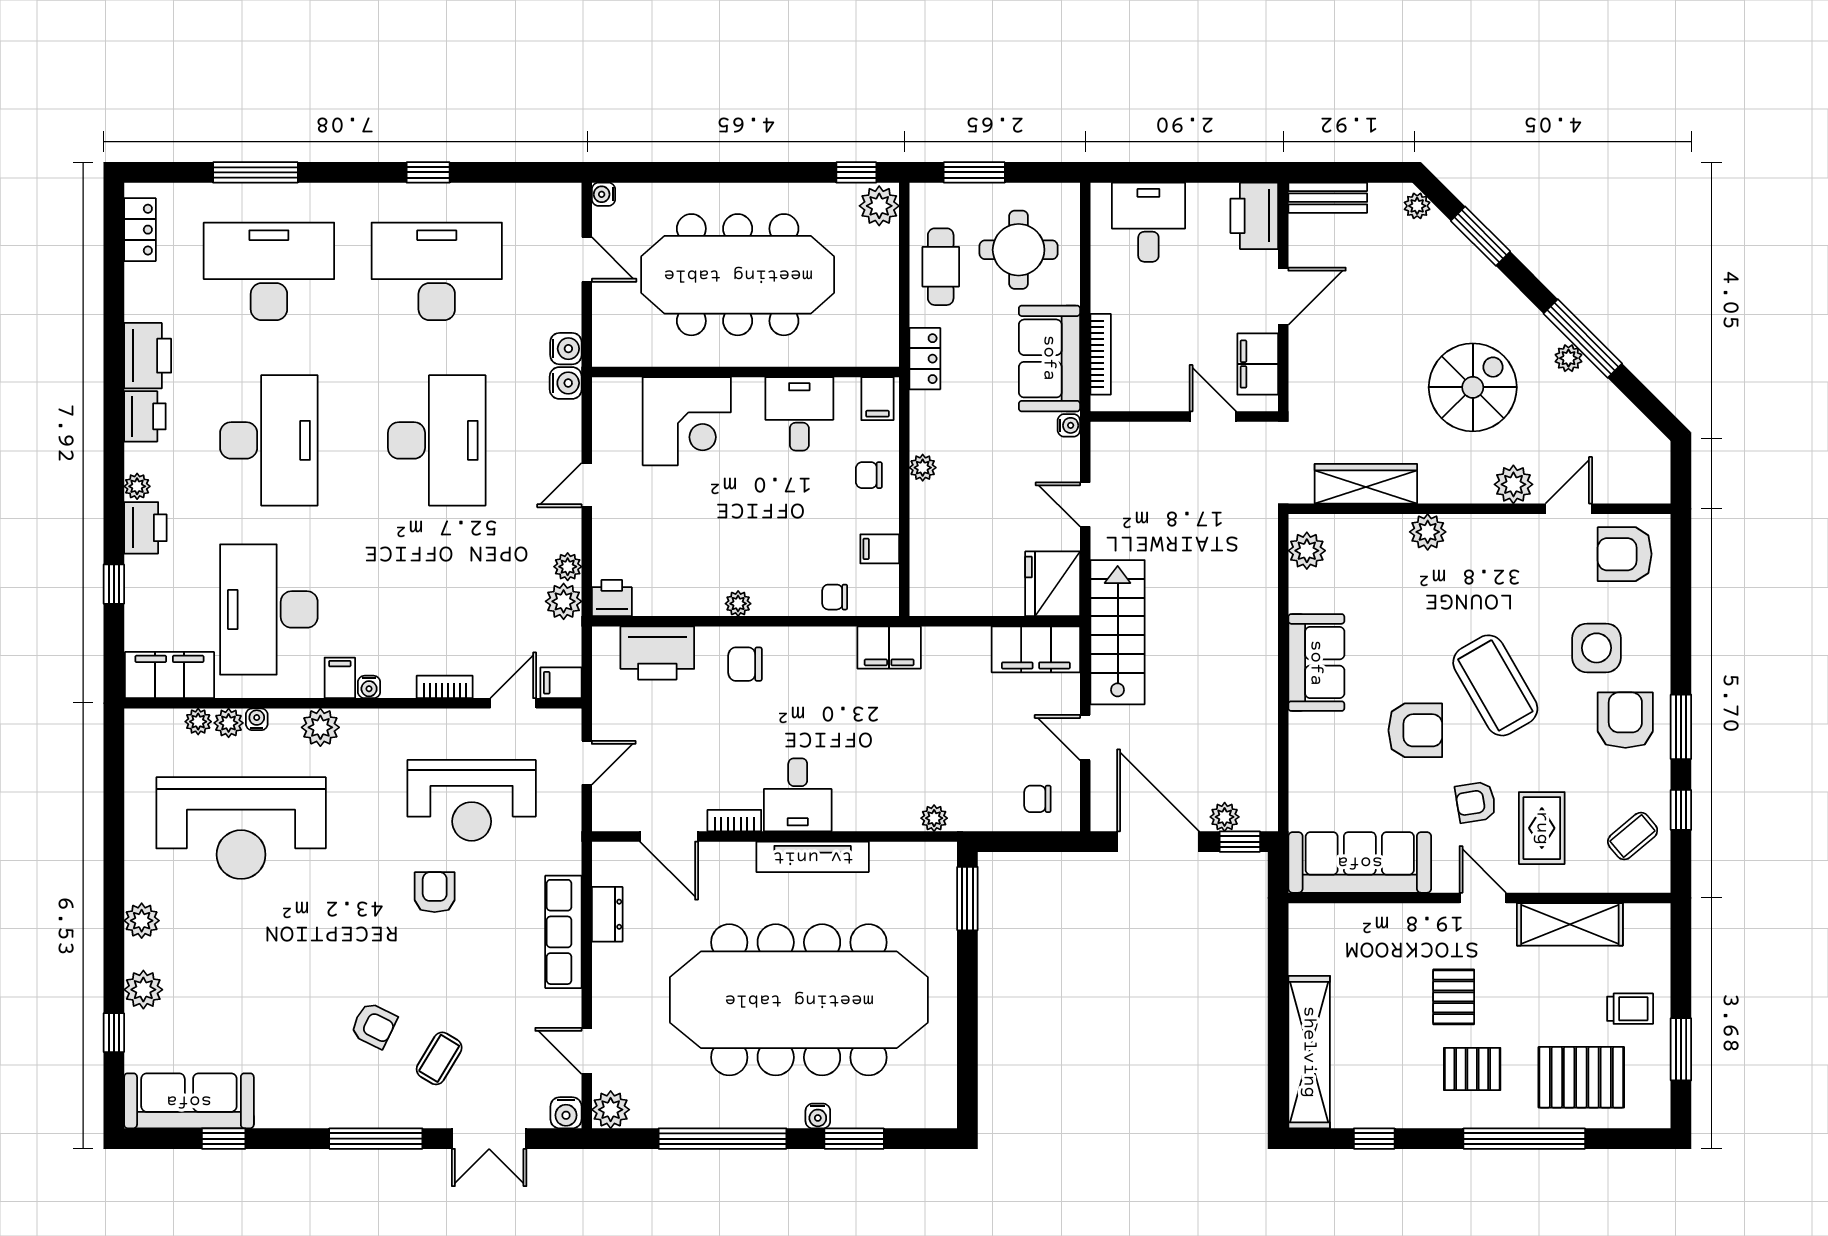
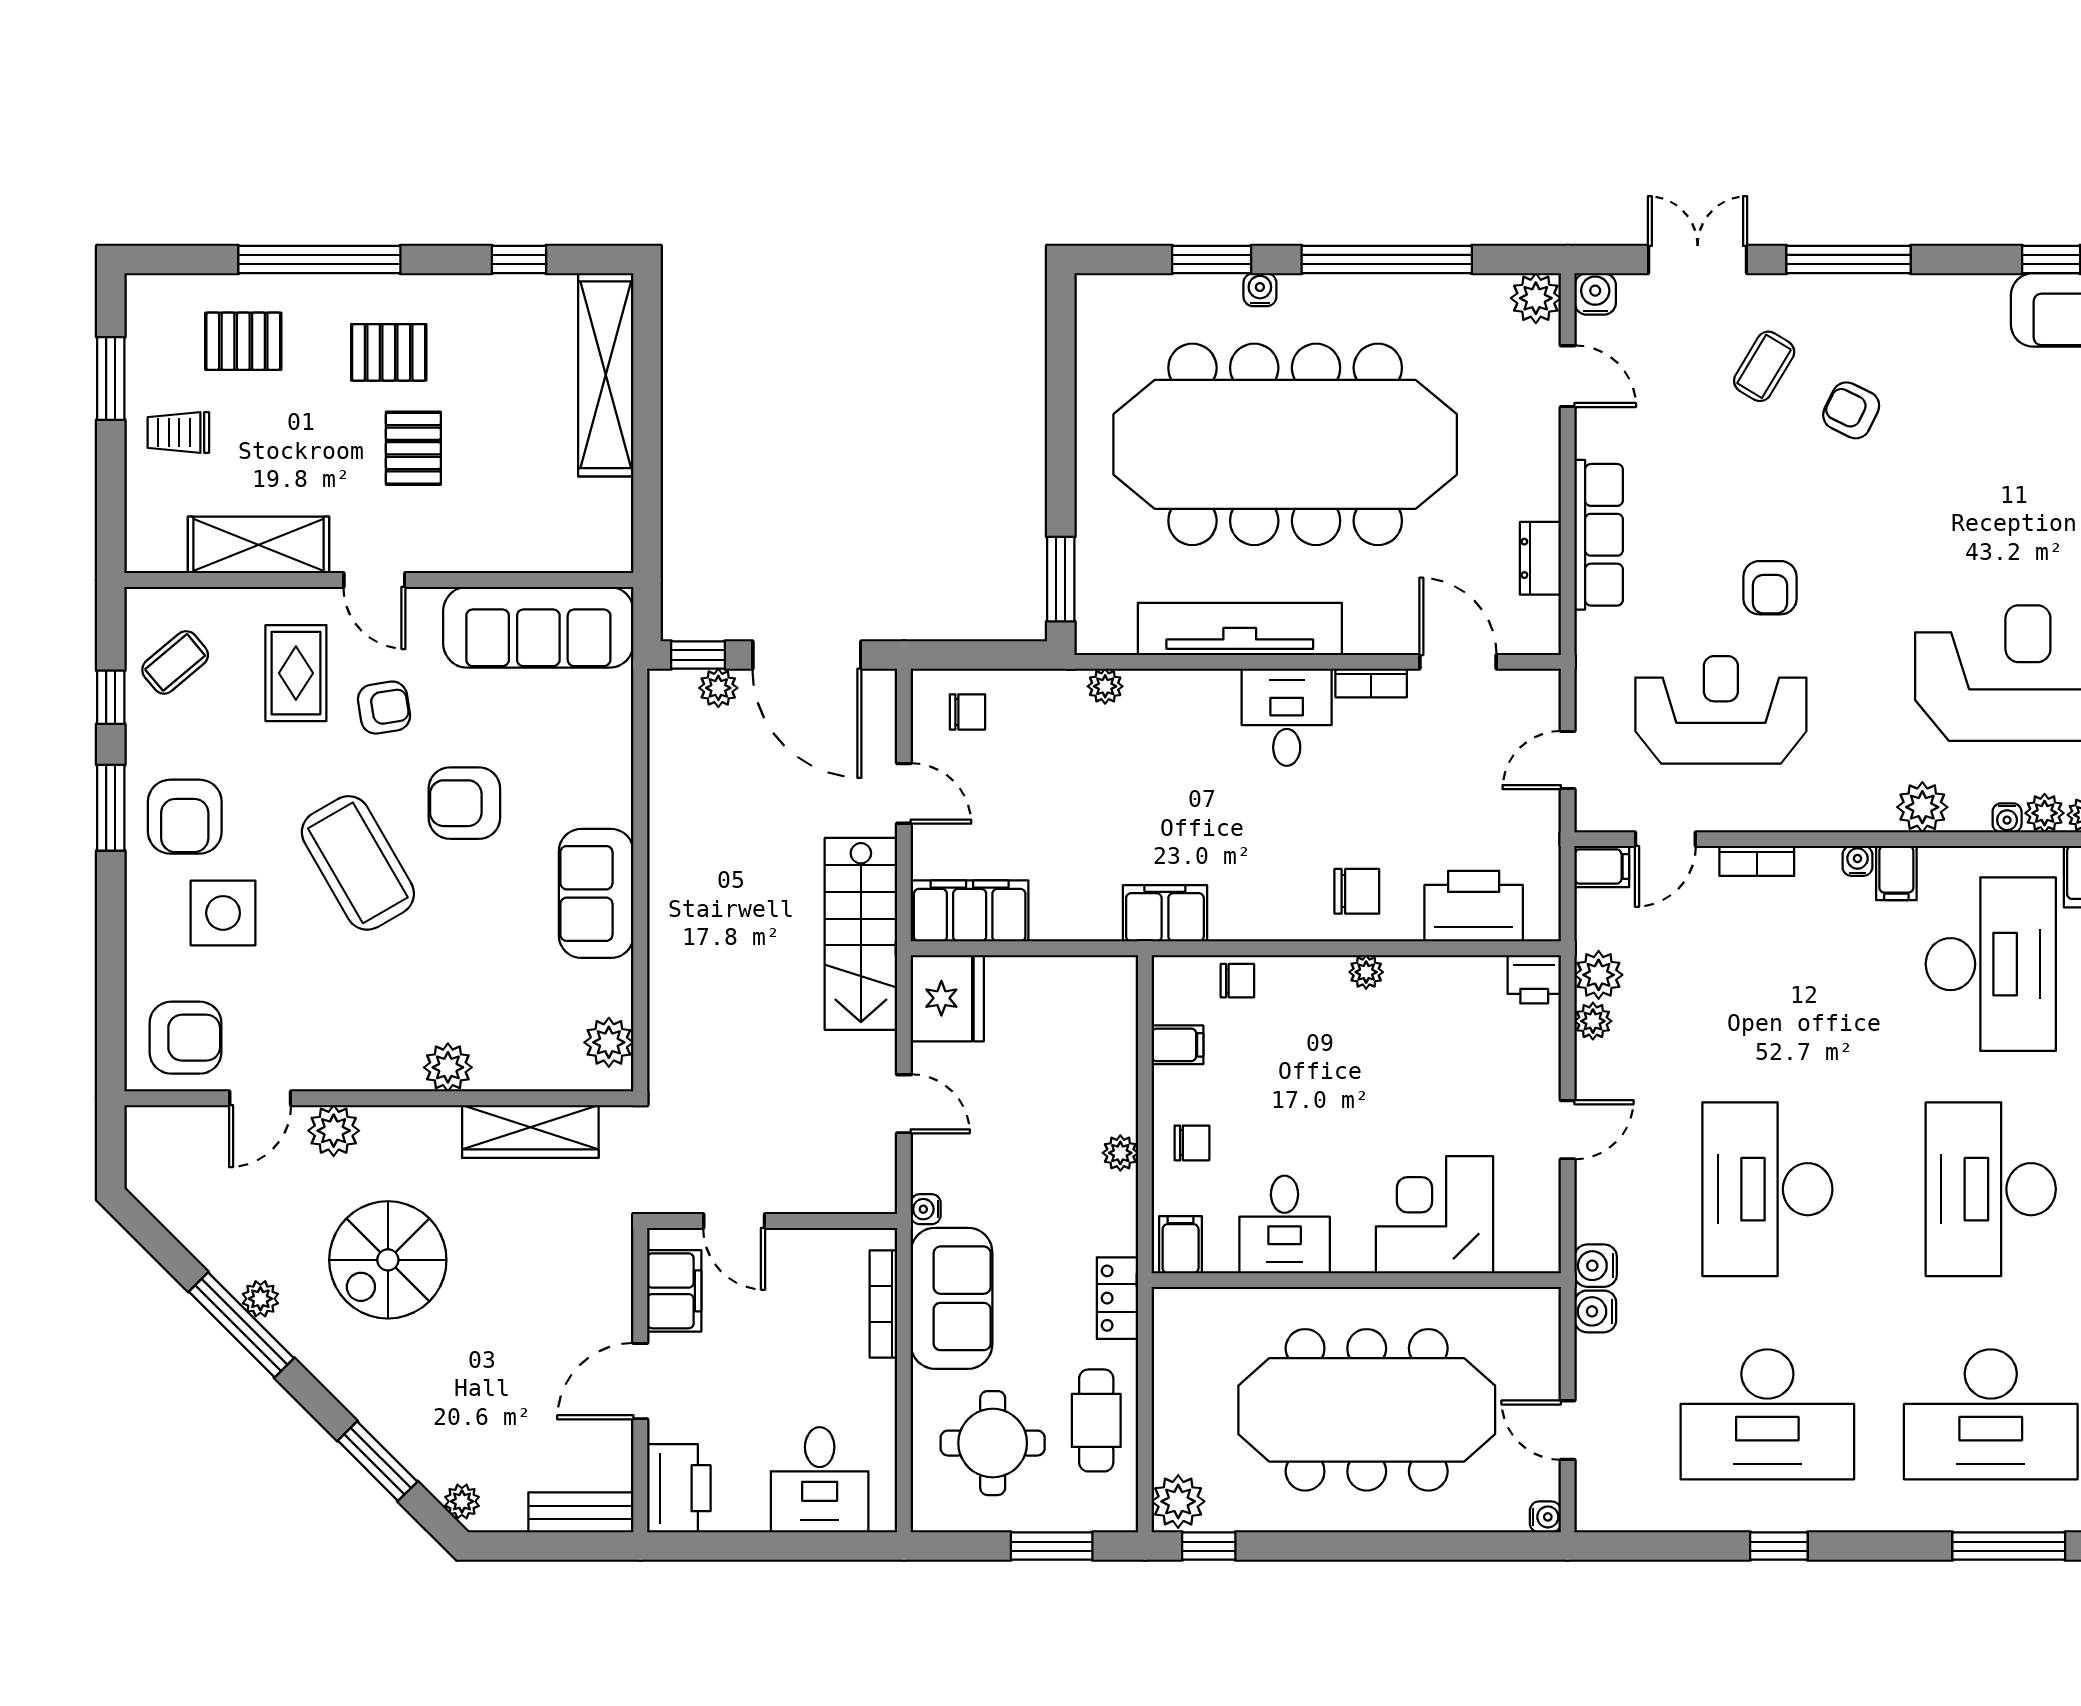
tv unit: (813, 857) -> (1240, 629), width x1.36, depth x1.29
pallet: (1581, 1077) -> (243, 341), width x0.67, depth x0.71

